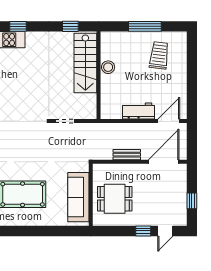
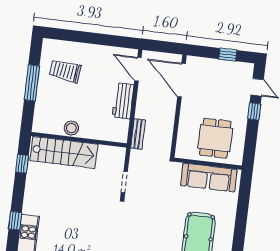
bench: (127, 155) -> (138, 134), moved

